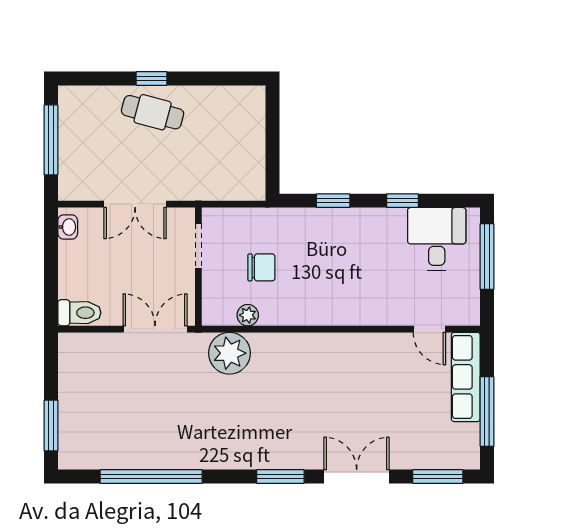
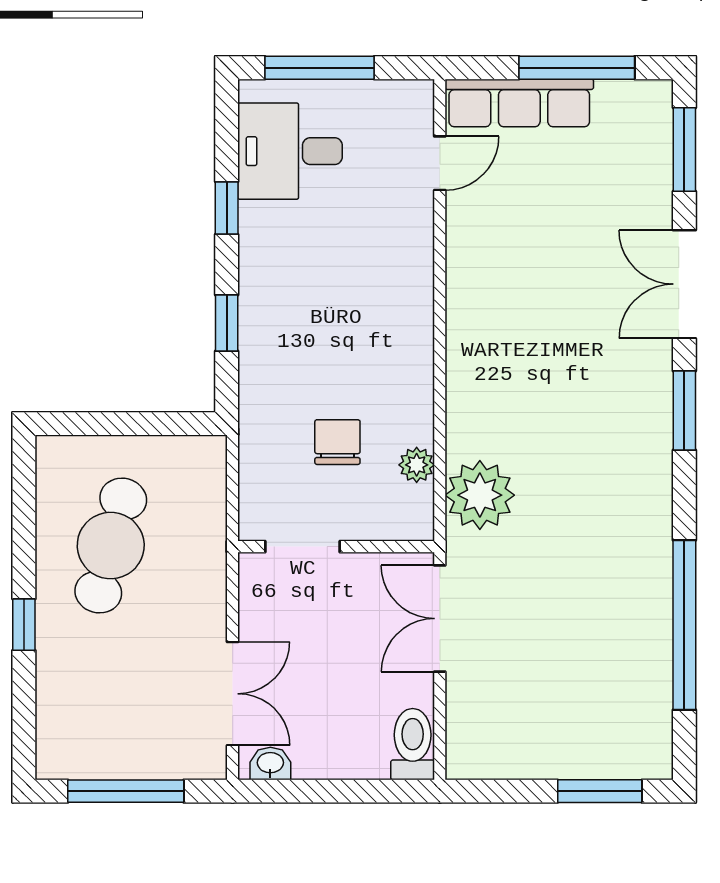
cafe table: (153, 112) -> (111, 546), moved, width x1.37, depth x1.35
double door: (135, 204) -> (233, 694), moved

